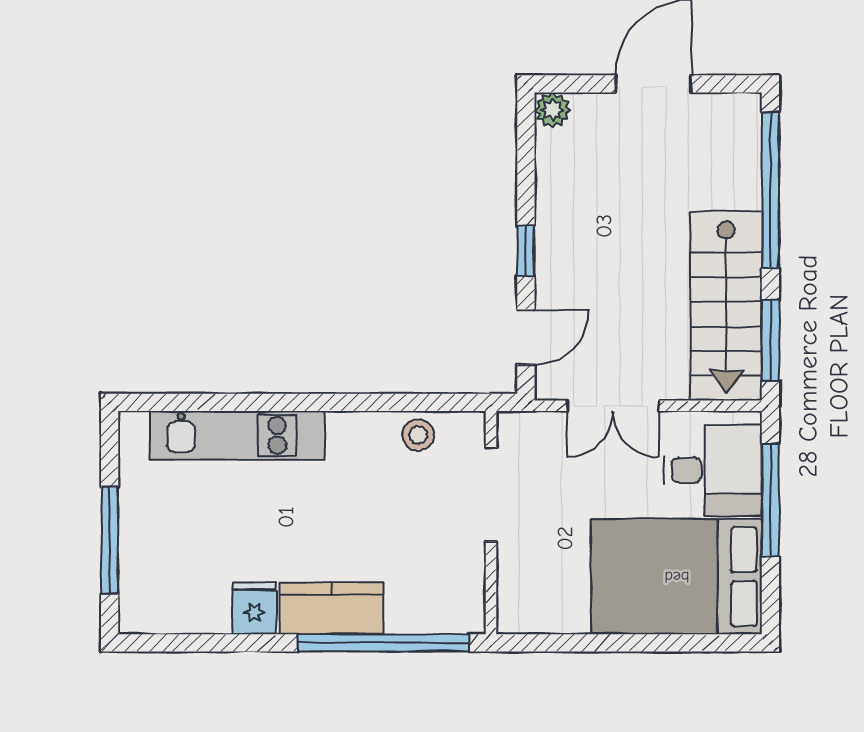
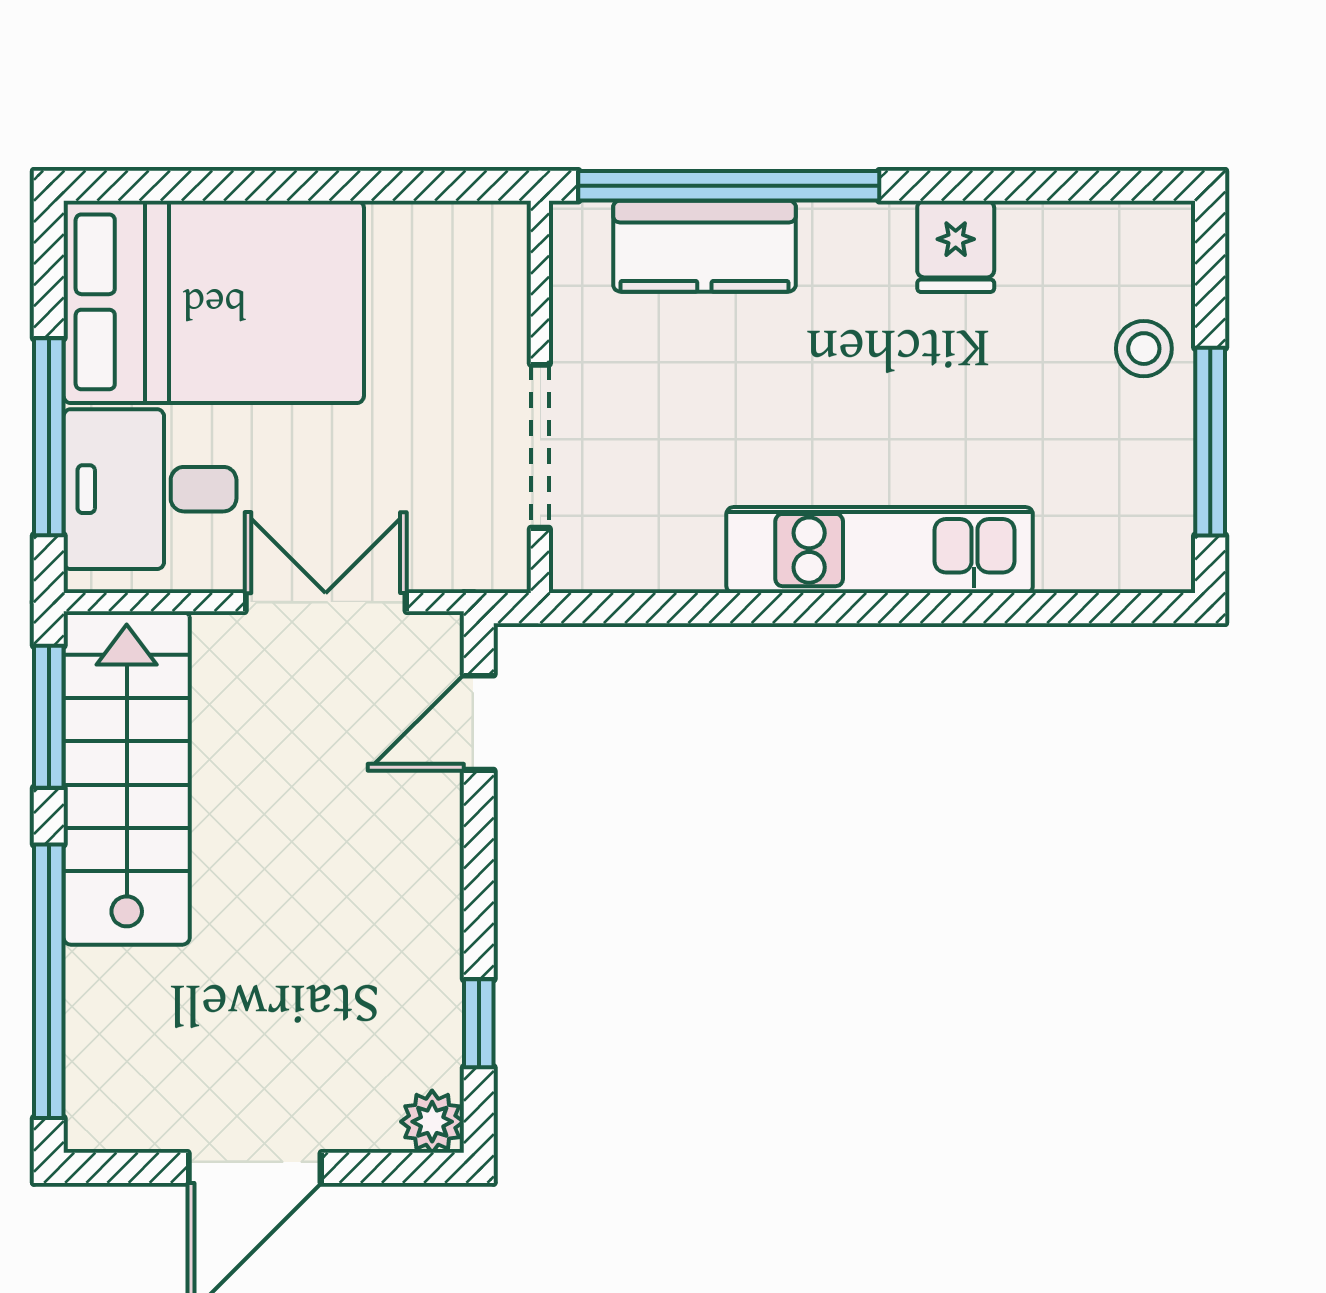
window: (526, 251) -> (479, 1023), moved
kitchen unit: (237, 435) -> (880, 550), moved
stool: (418, 435) -> (1144, 349), moved
window: (110, 540) -> (1210, 442), moved
kitchen counter: (332, 608) -> (704, 246), moved

